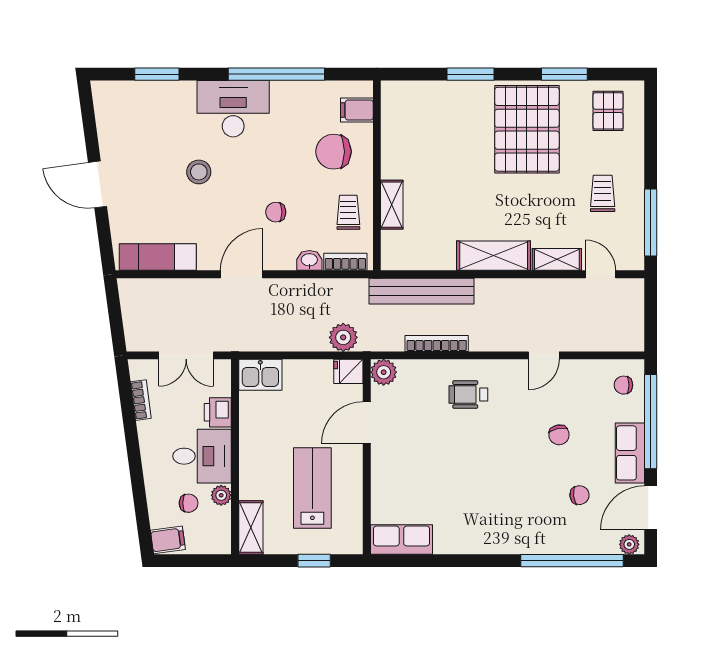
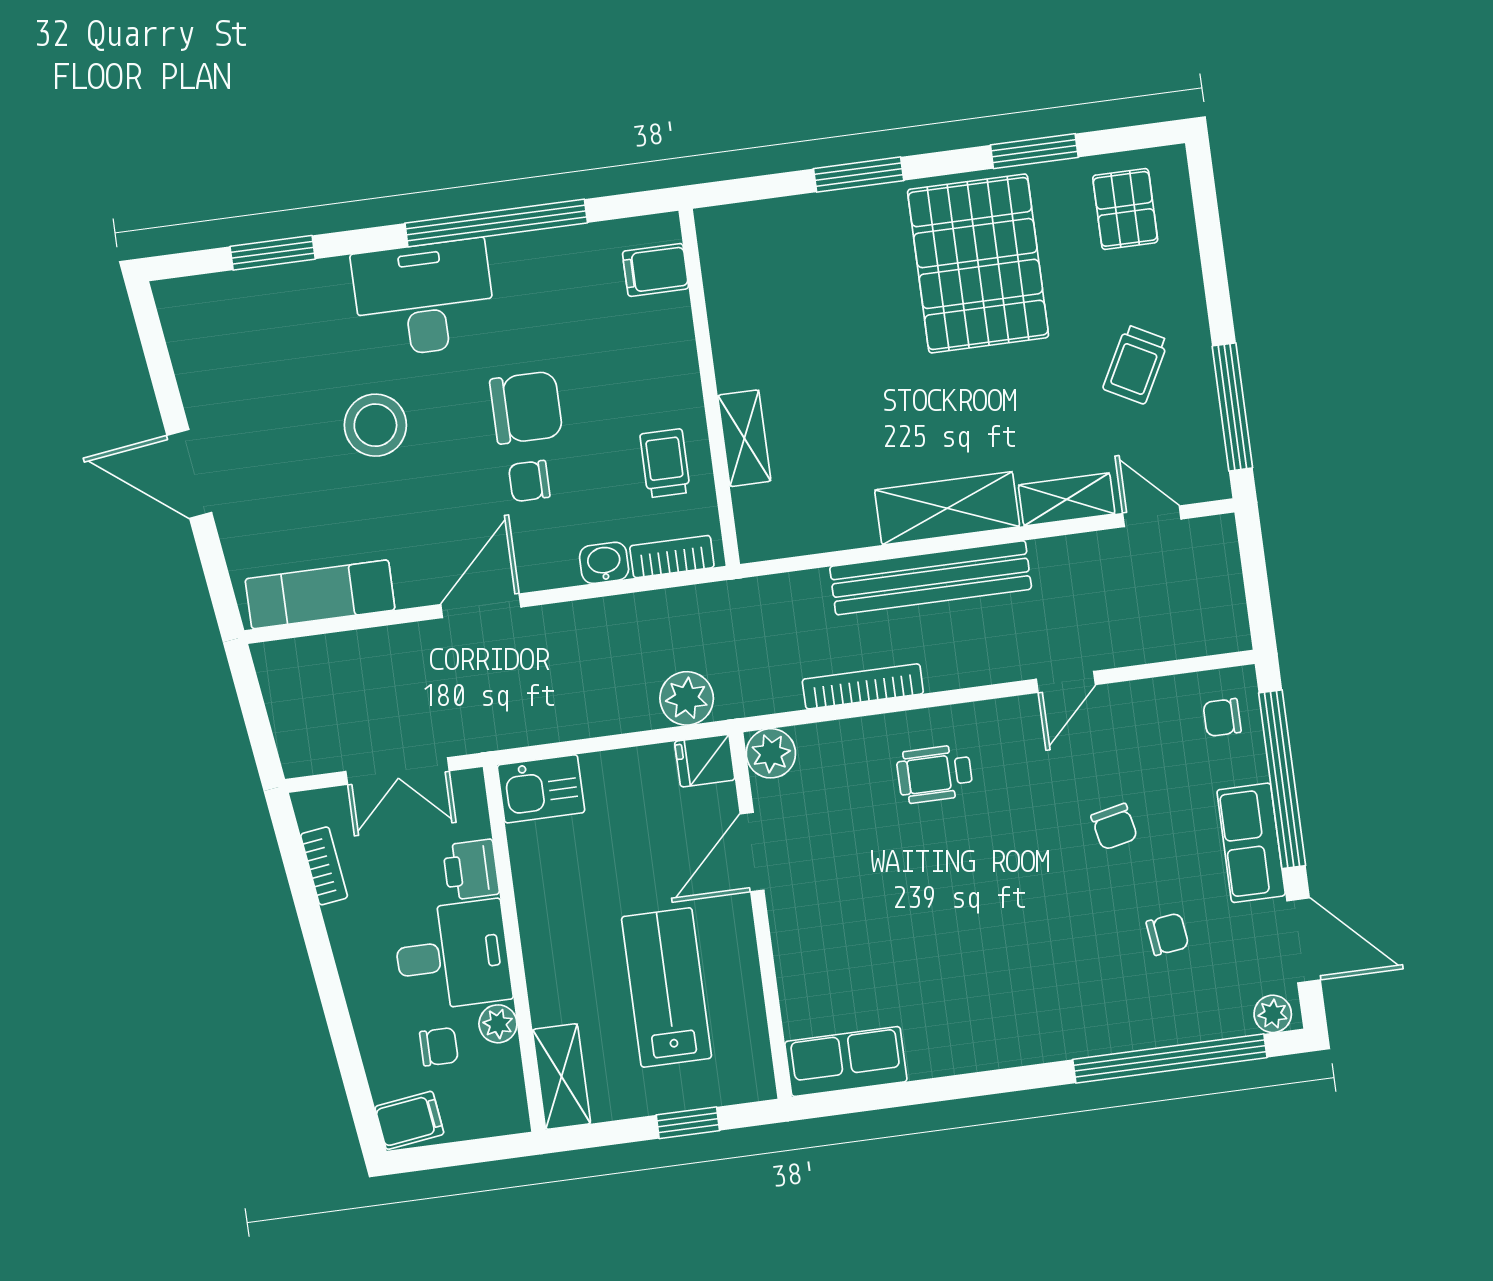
chair: (333, 152) -> (526, 408), moved, turned 180
stool: (199, 172) -> (375, 425), width x1.38, depth x1.38
trolley: (603, 193) -> (1136, 364), turned -152
bench: (422, 291) -> (931, 578), moved
door: (651, 508) -> (1304, 940), swing flipped

